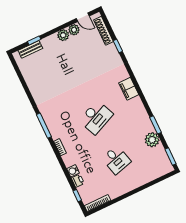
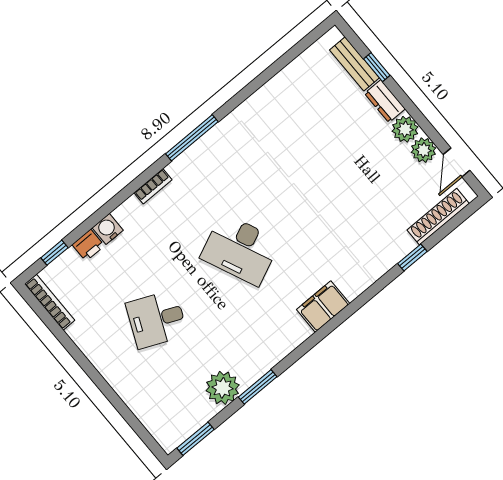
dresser: (49, 41) -> (385, 101), added
desk: (116, 160) -> (157, 319), turned 39

